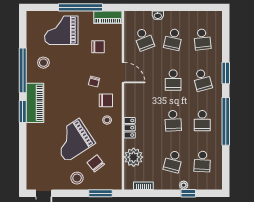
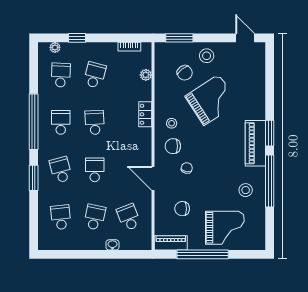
plant: (134, 157) -> (146, 75), width x0.53, depth x0.53
plant: (184, 185) -> (55, 47), moved

